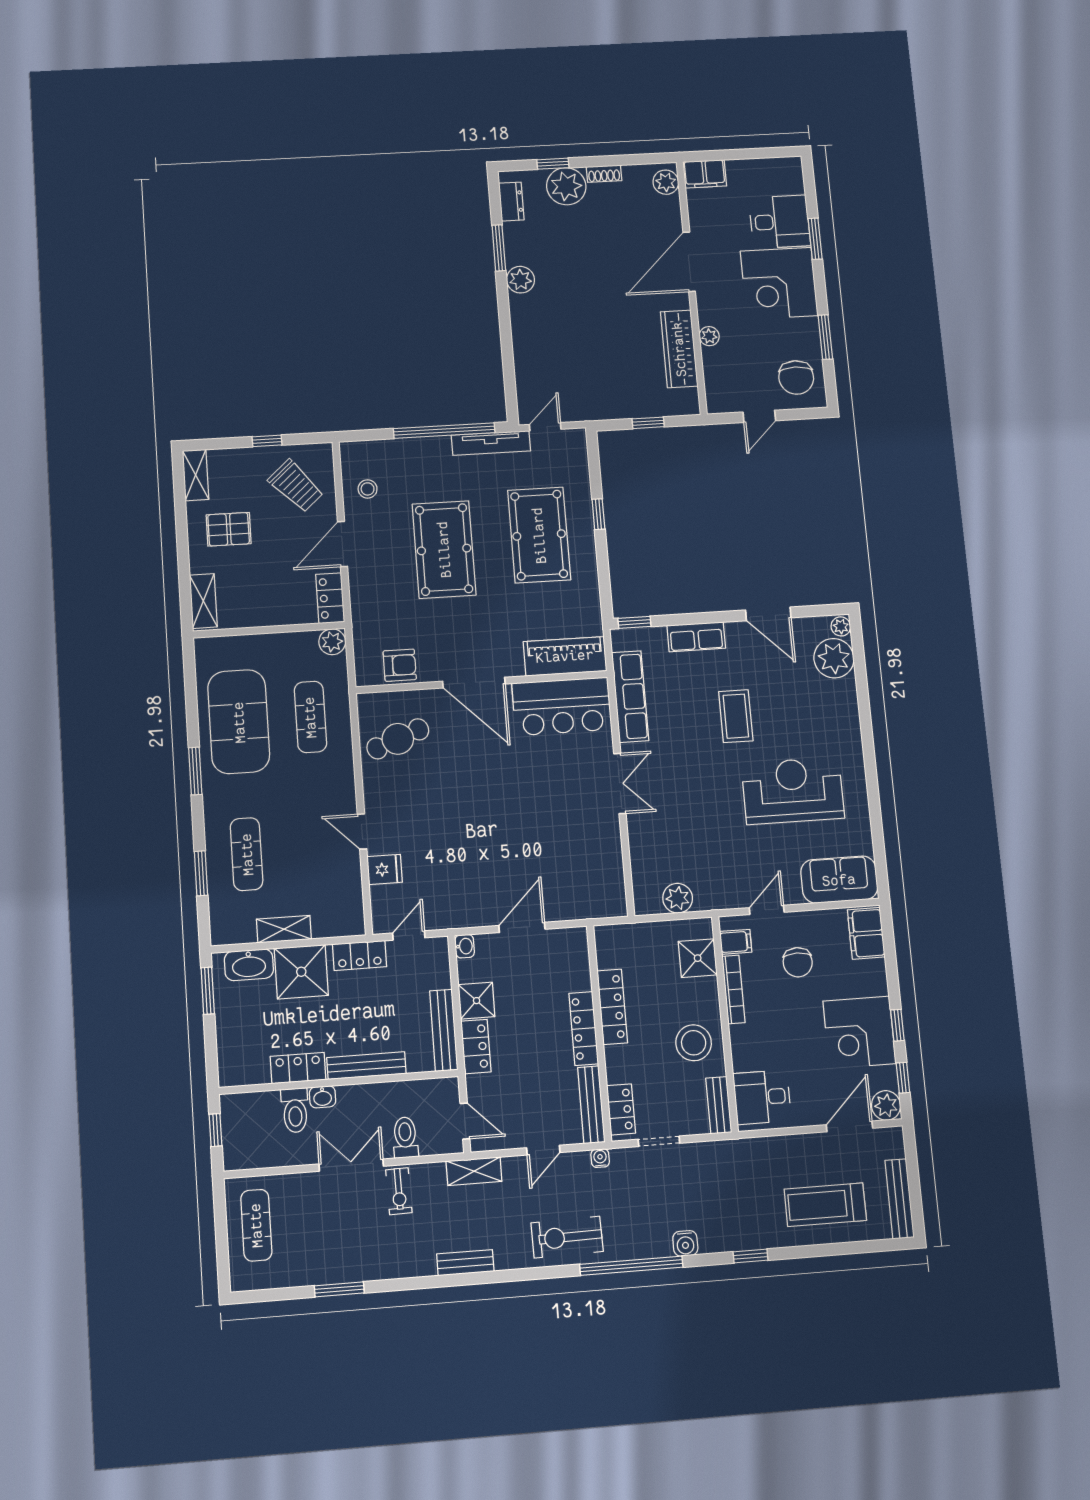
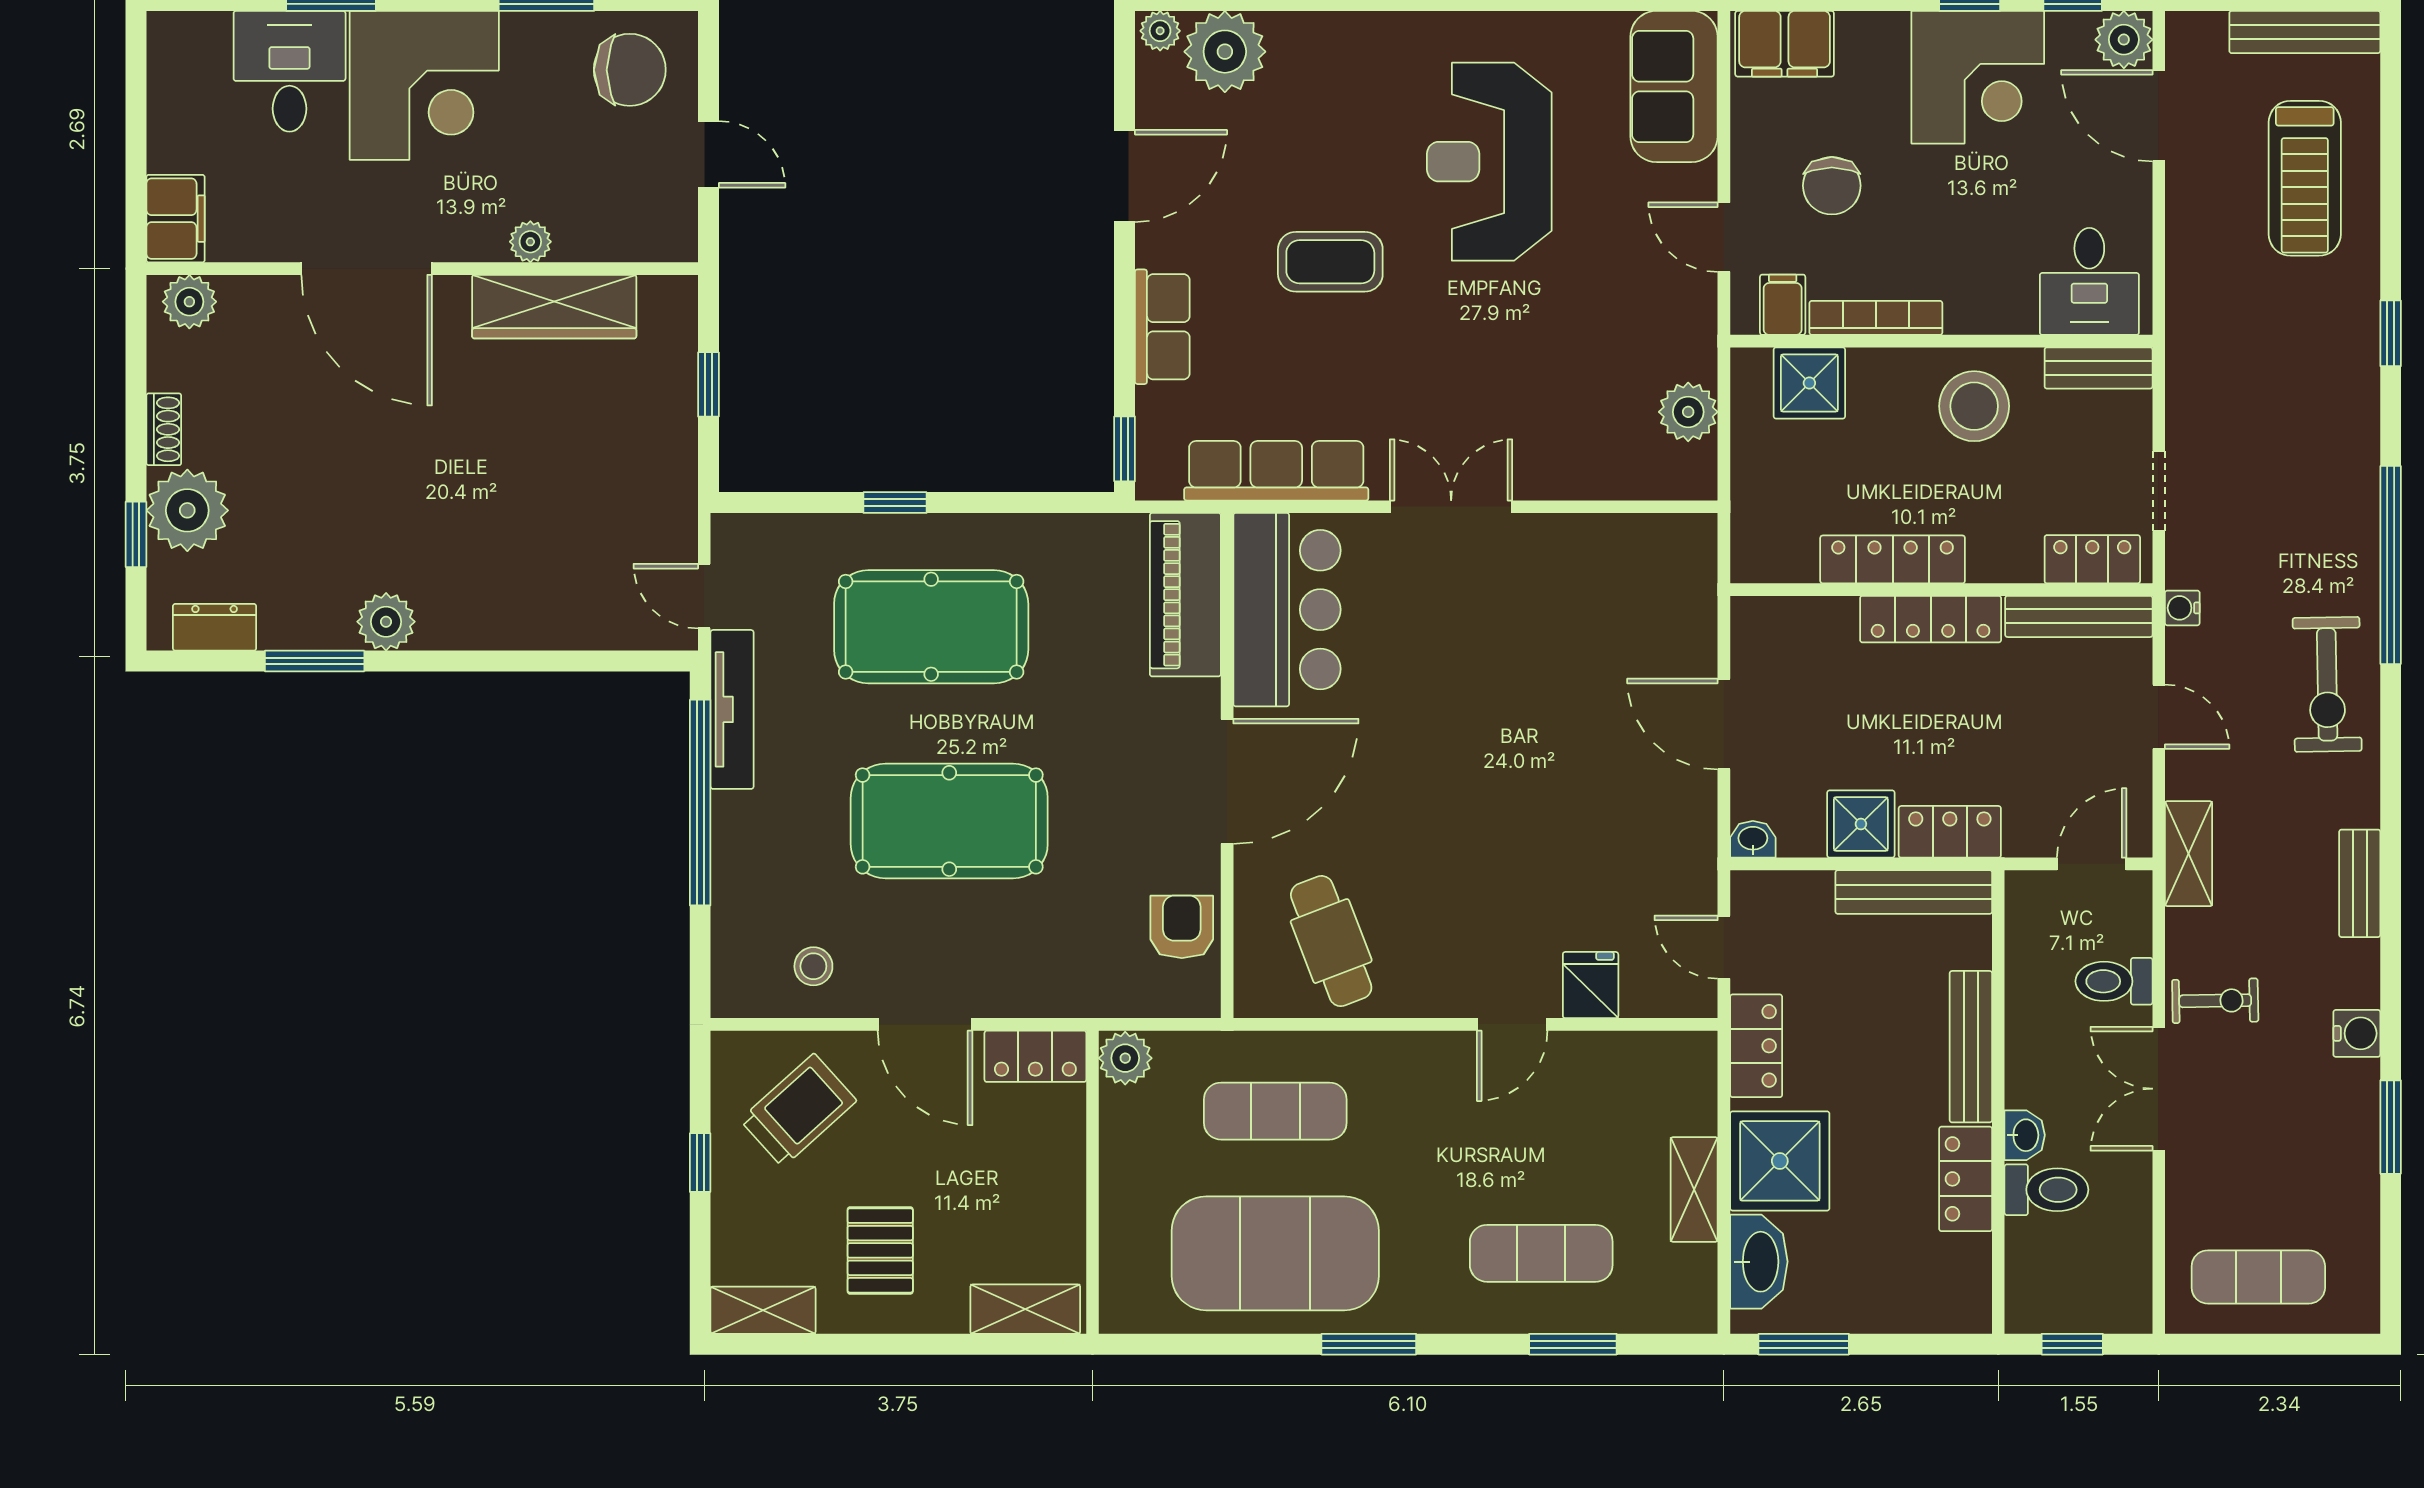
chair: (798, 962) -> (1832, 186), turned 90
water cooler: (685, 1243) -> (2357, 1033), moved

